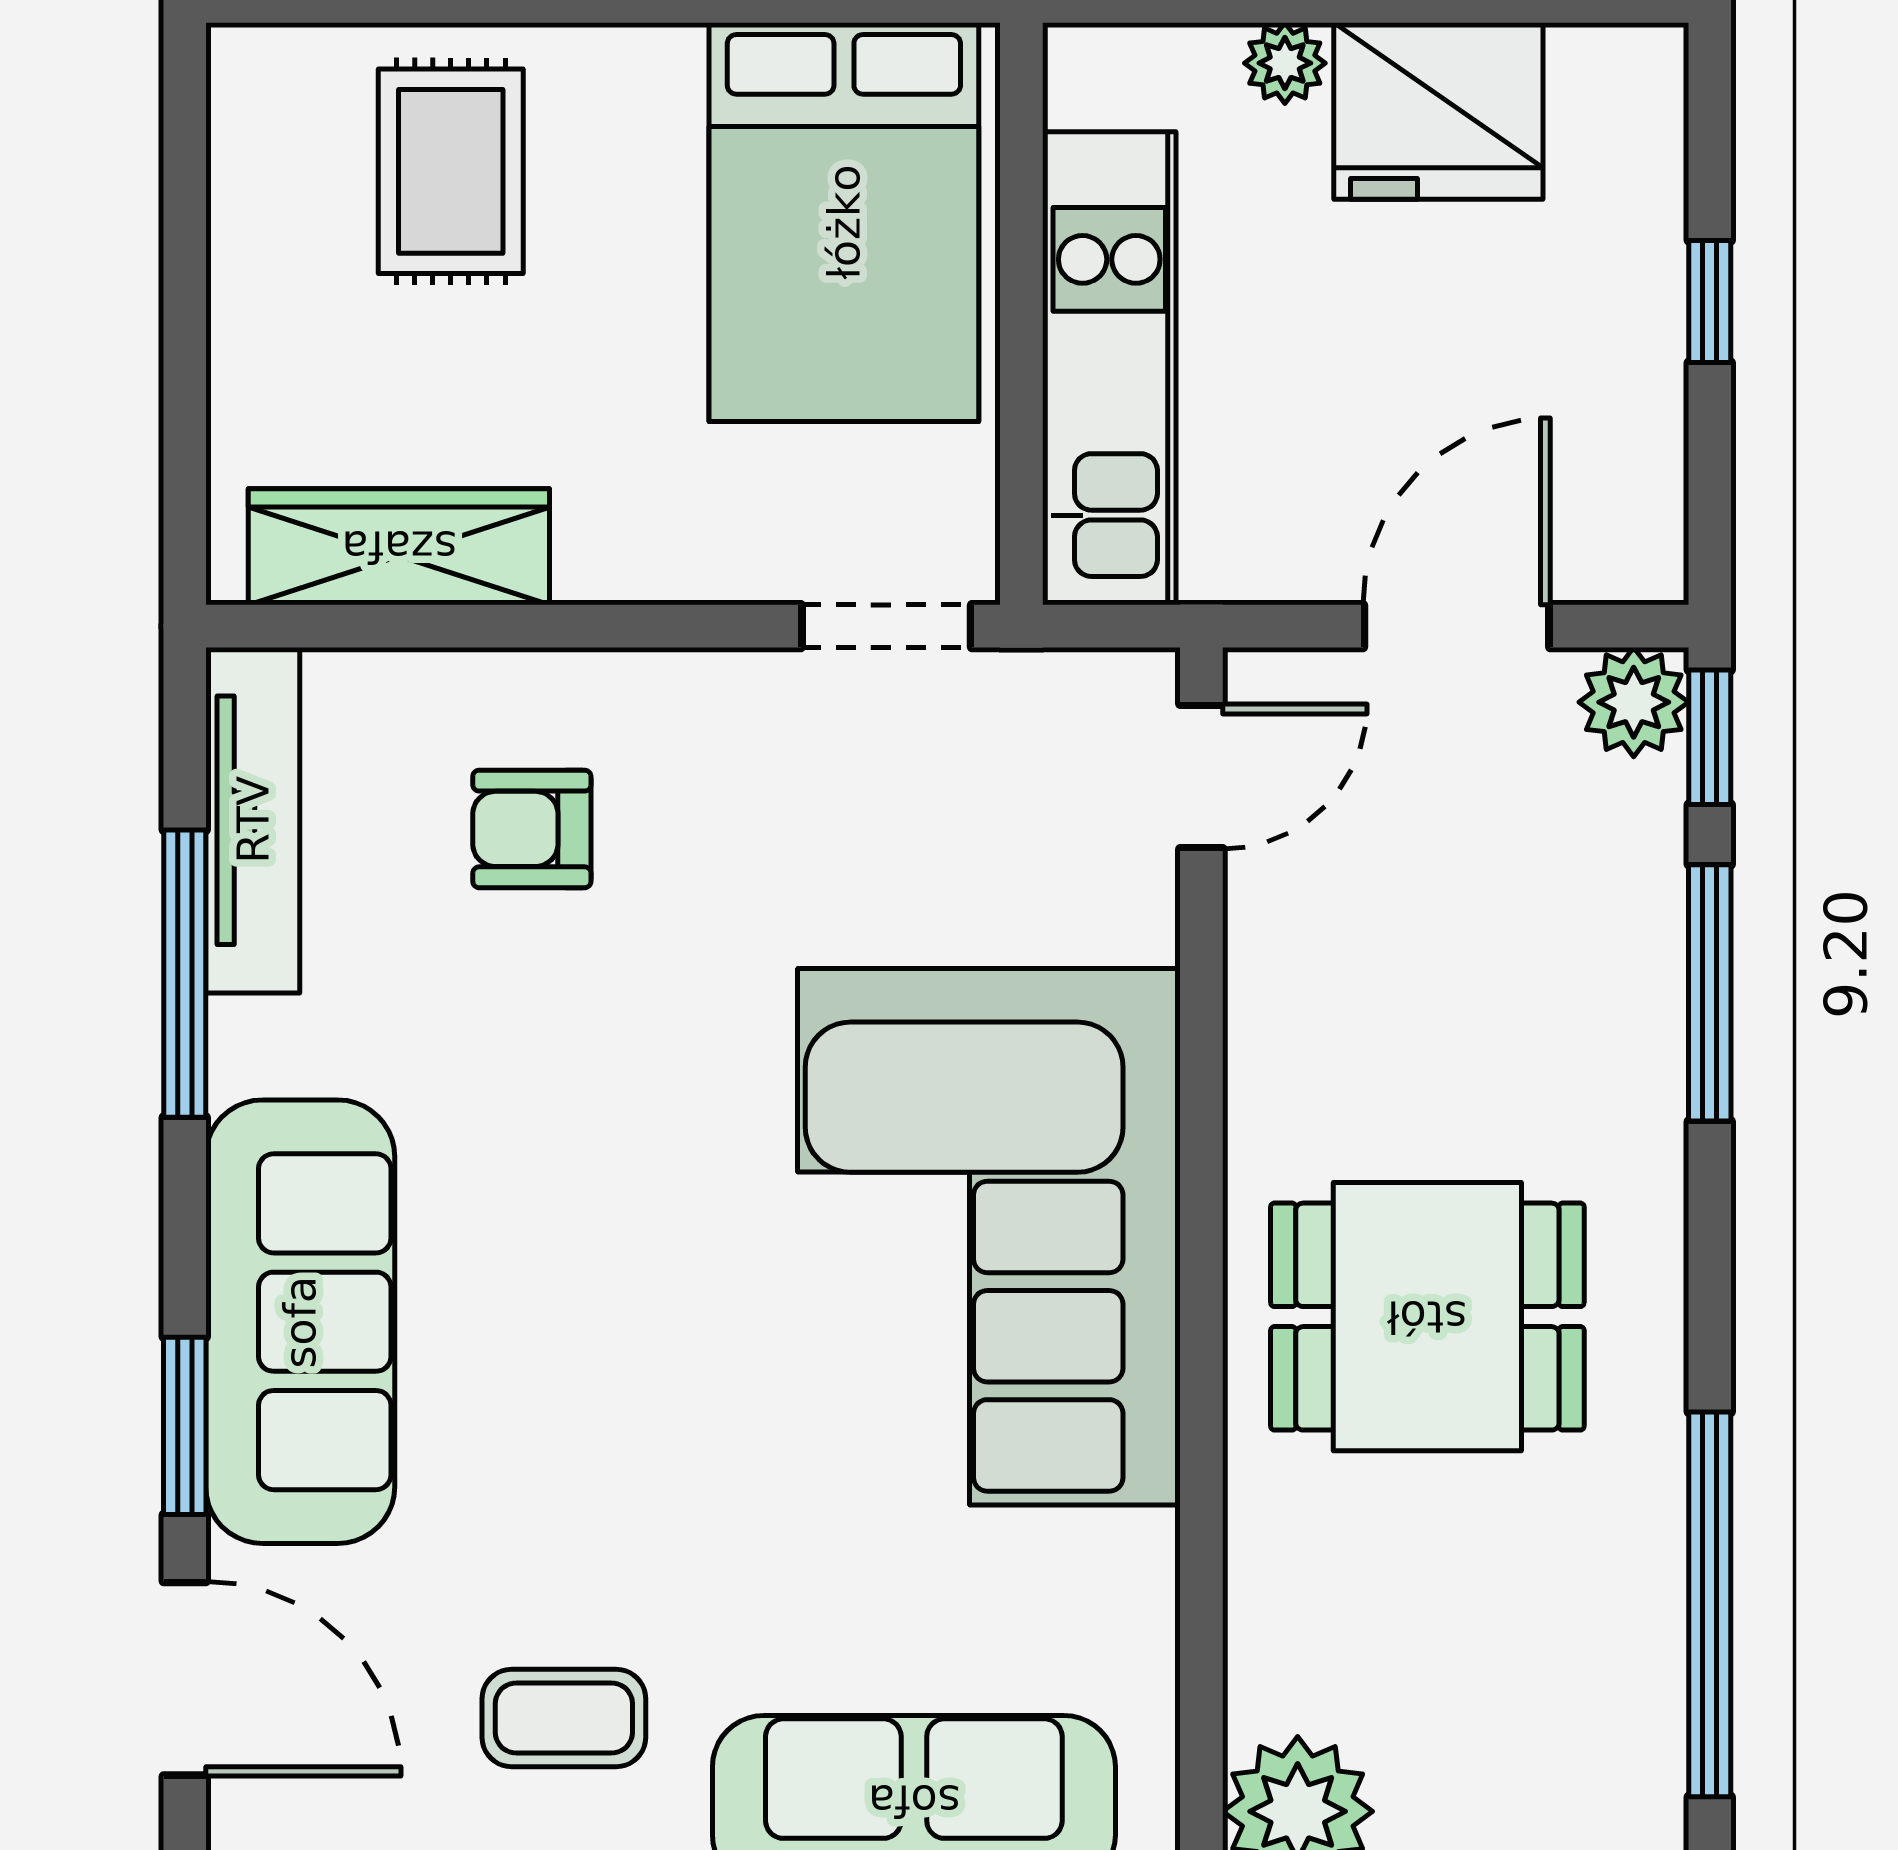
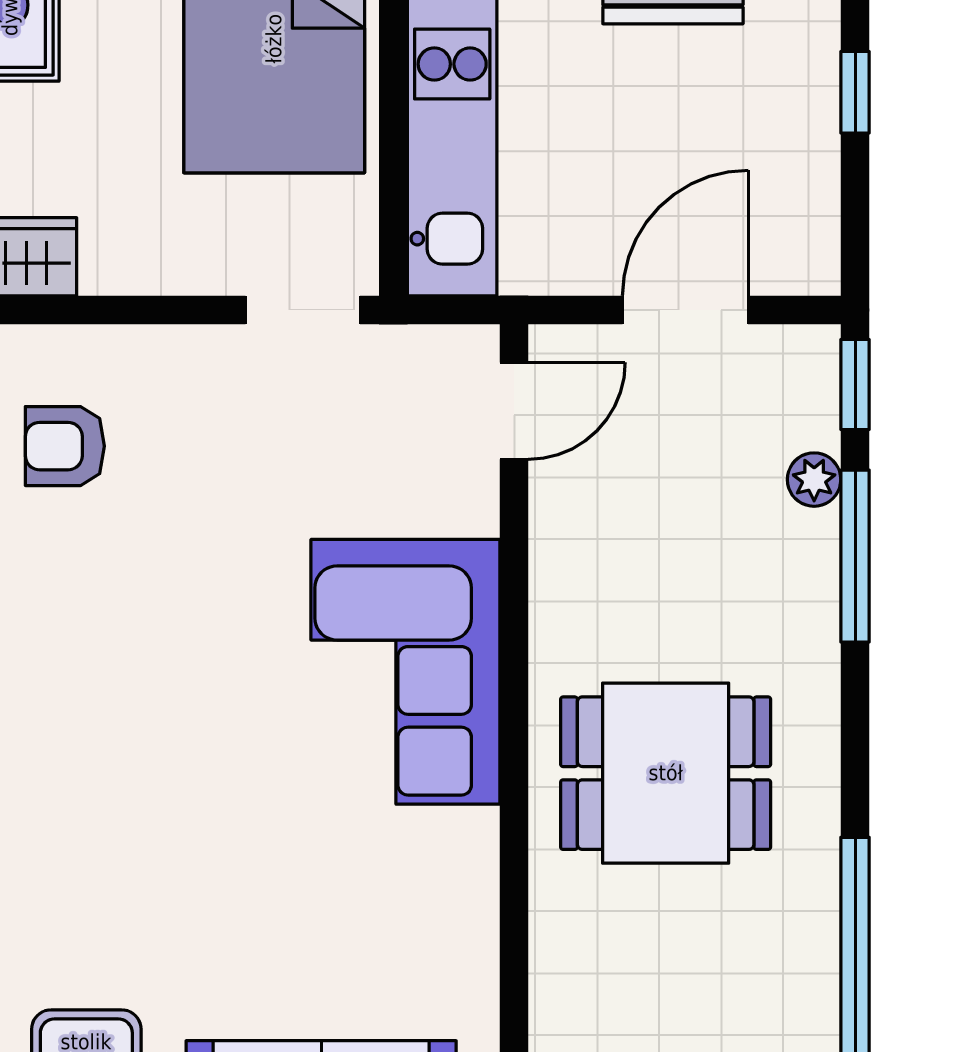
plant: (1634, 702) -> (814, 480), moved, width x0.73, depth x0.73
corner sofa: (989, 1237) -> (405, 672), width x0.73, depth x0.74

